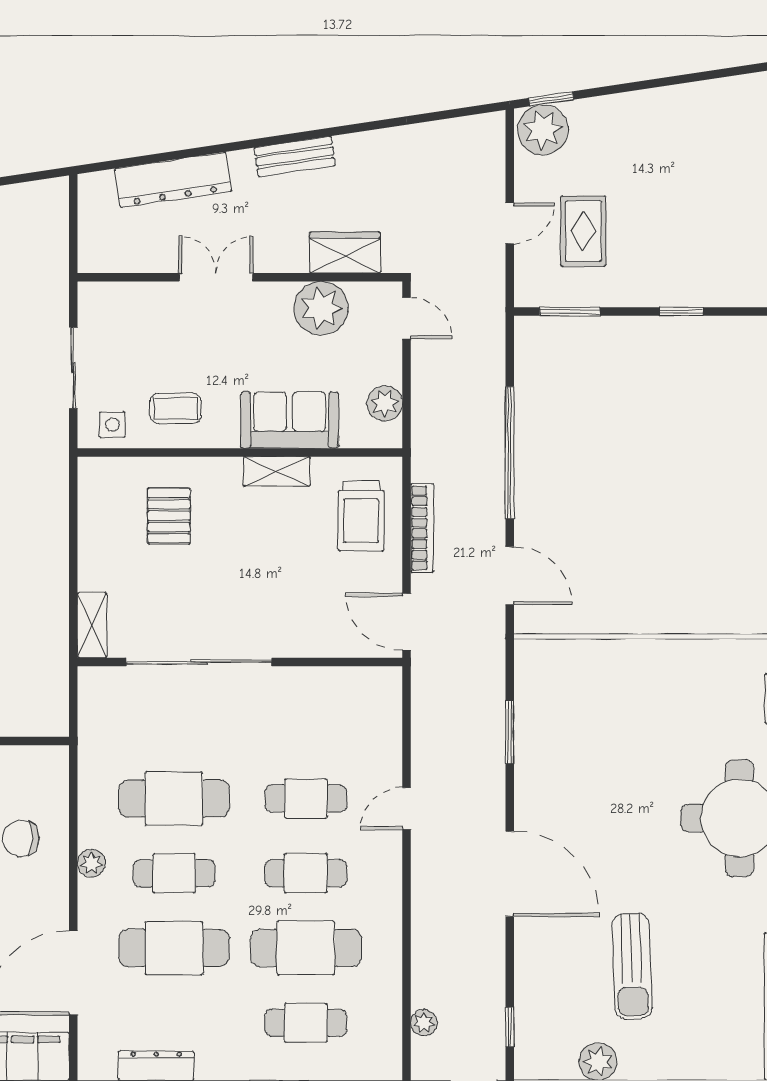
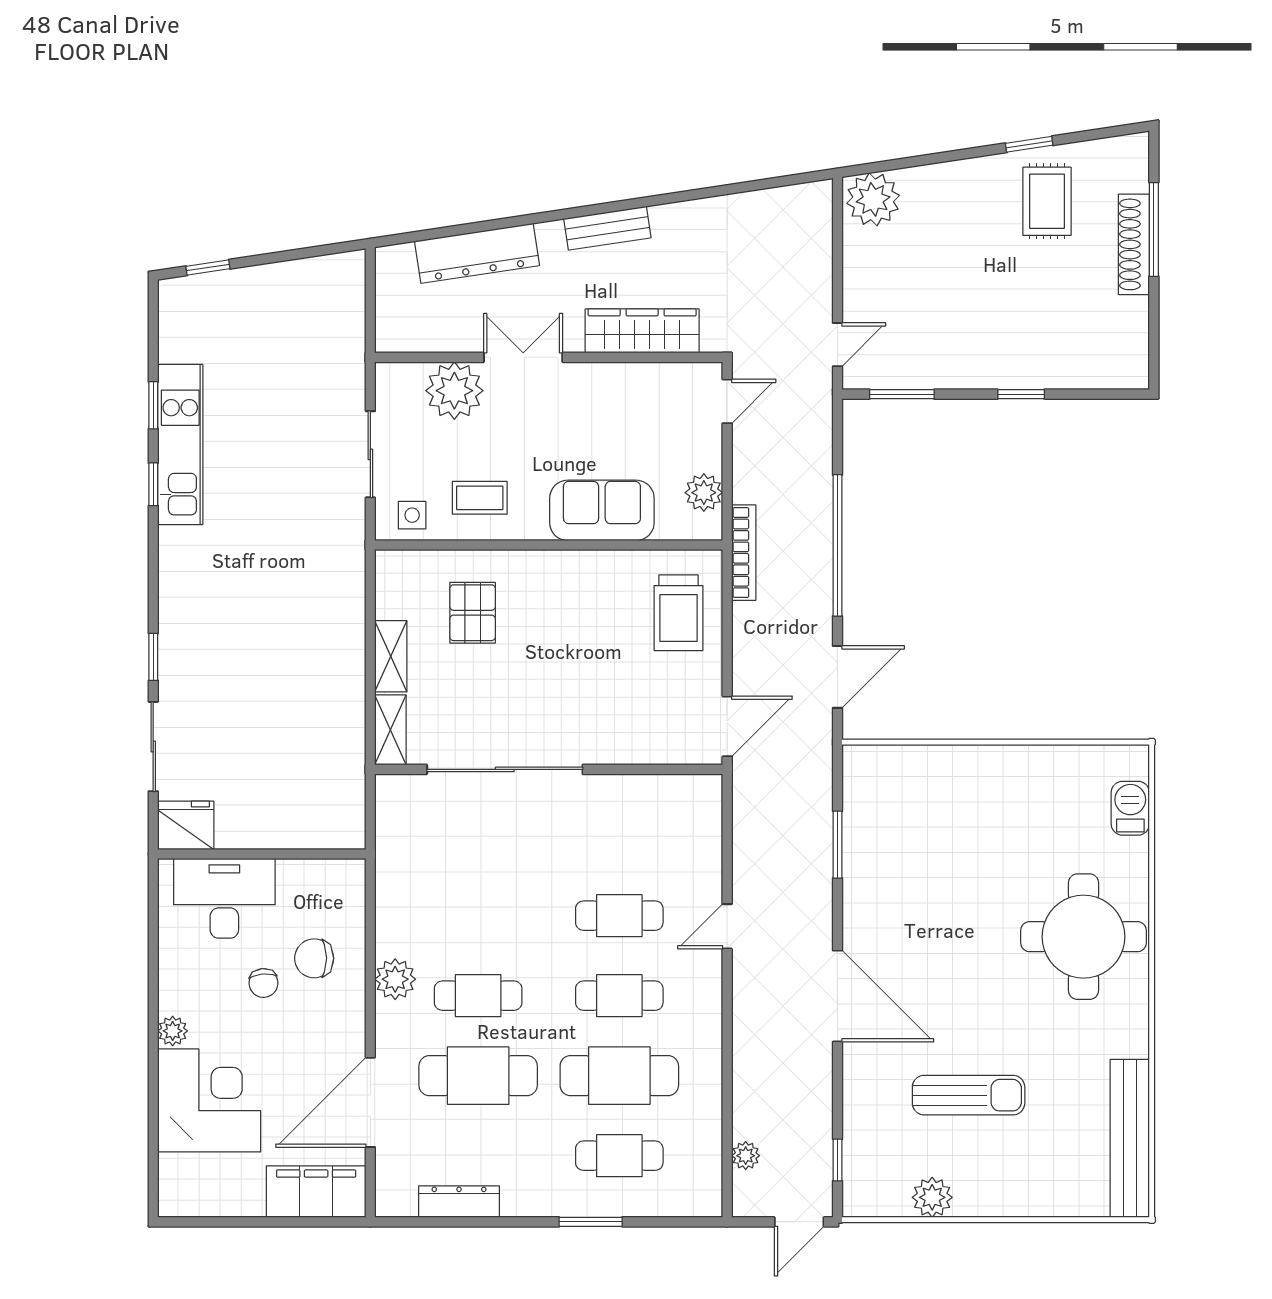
window: (551, 99) -> (1029, 144), moved
door: (510, 223) -> (837, 345), moved
rug: (583, 231) -> (1047, 201), moved
wardrobe: (345, 252) -> (642, 331), width x1.50
plant: (321, 308) -> (454, 391), moved
door: (407, 318) -> (727, 401), hinge flipped
shelving: (277, 471) -> (391, 656), moved, turned 90
bookcase: (422, 528) -> (744, 553), moved
door: (510, 576) -> (837, 677), hinge flipped
door: (407, 622) -> (727, 726), swing flipped
cafe table: (174, 799) -> (478, 916), removed
plant: (91, 863) -> (395, 979), width x1.38, depth x1.38
sun lounger: (632, 966) -> (969, 1095), turned -88

